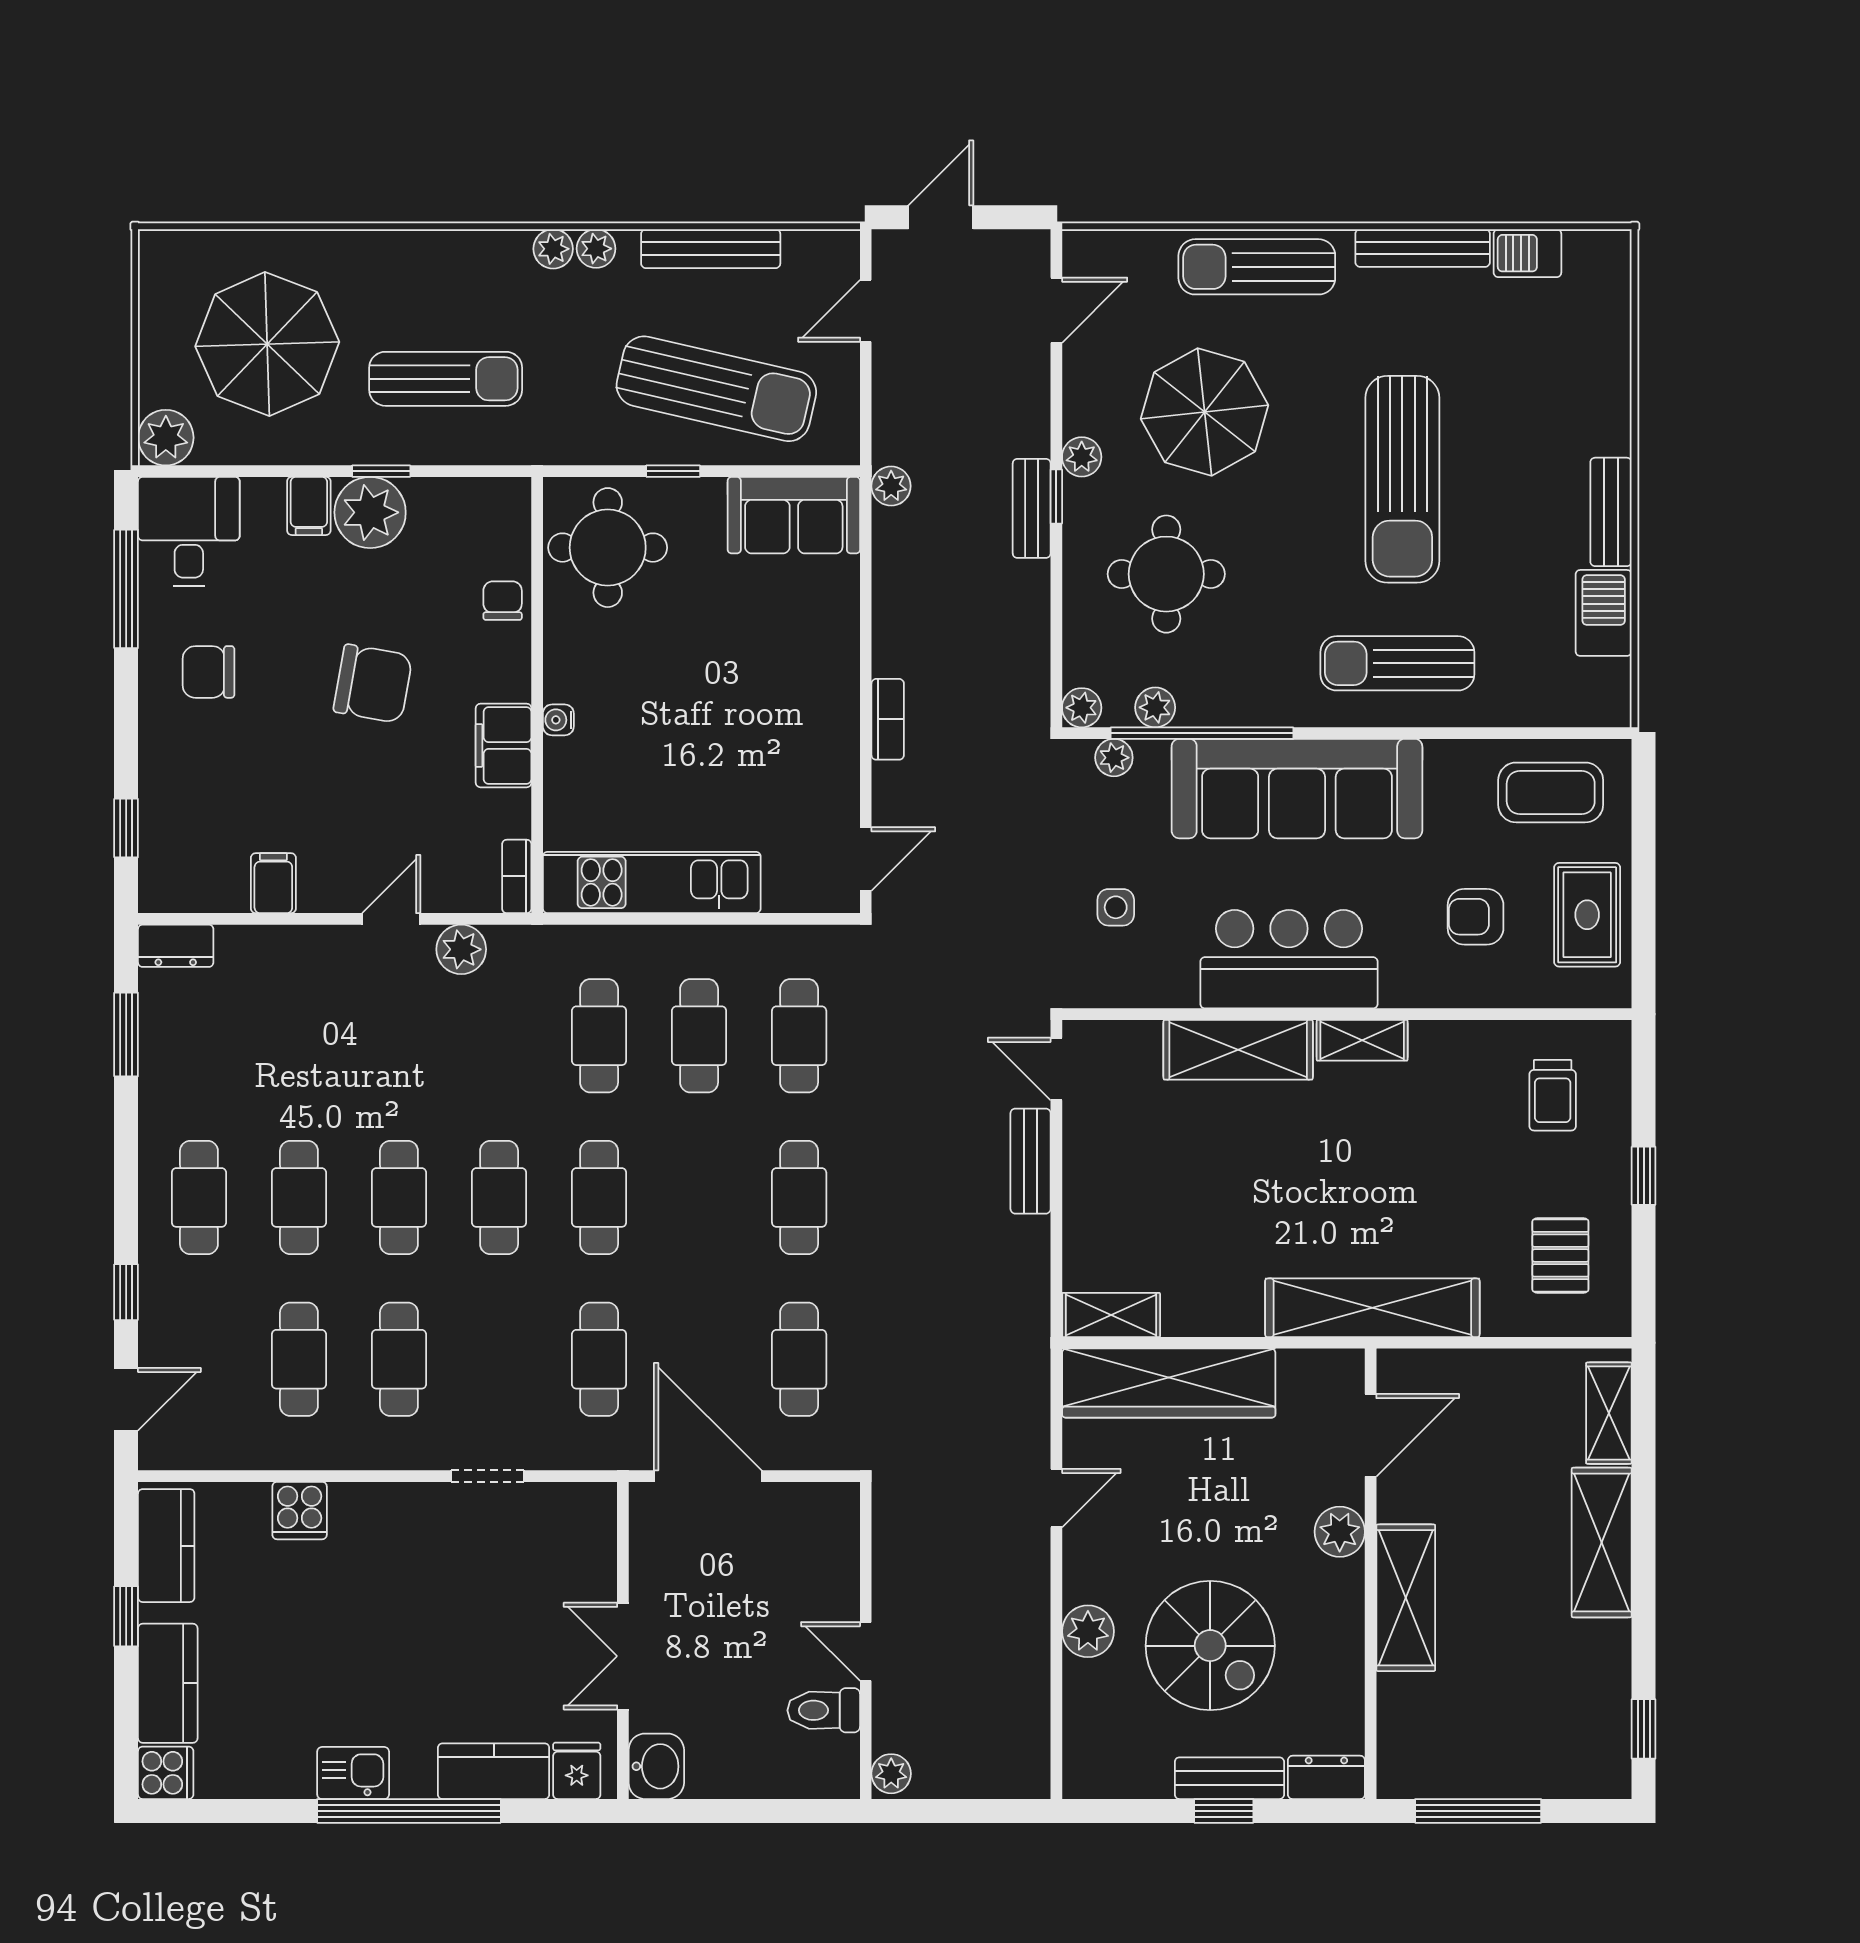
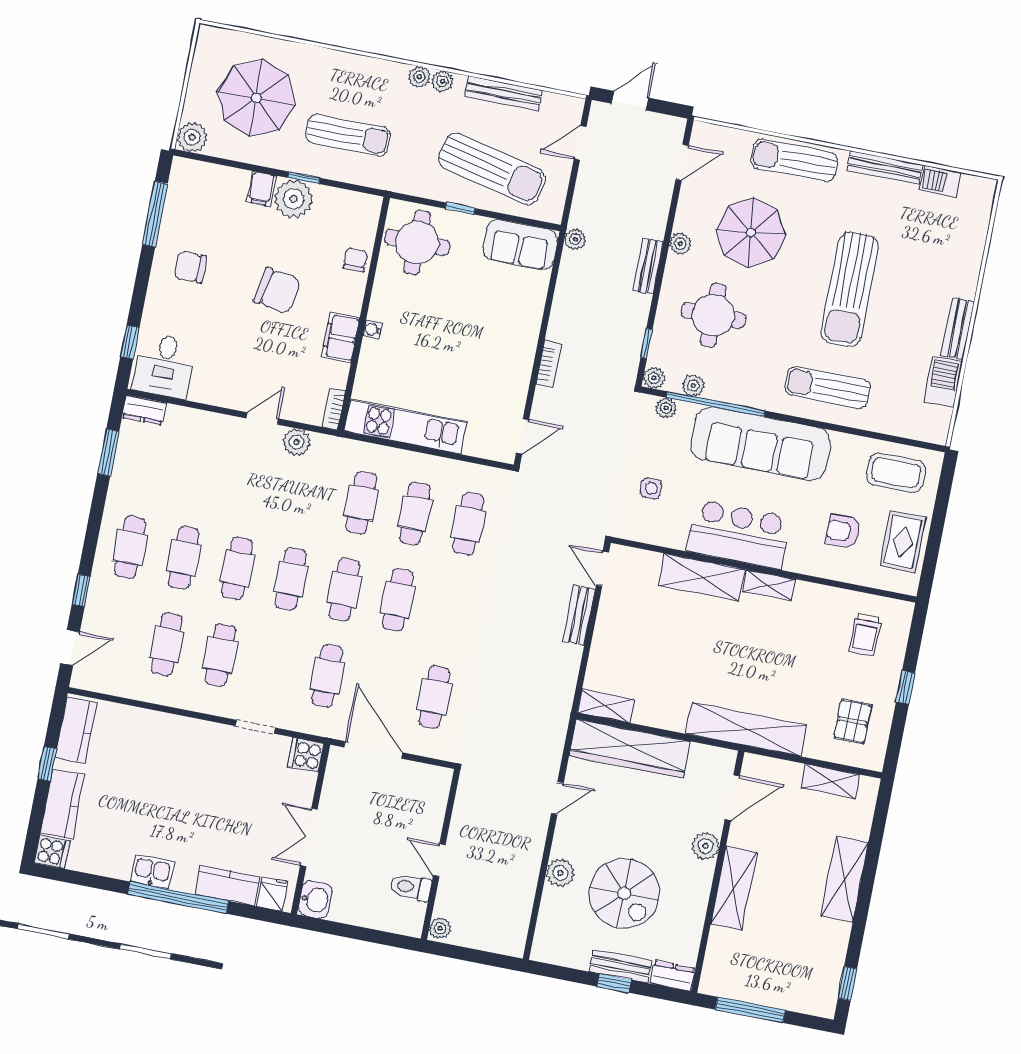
window: (1056, 496) -> (647, 343), moved
desk: (189, 532) -> (164, 366), moved, turned 180
filing cabinet: (273, 883) -> (203, 387), removed
cafe table: (799, 1197) -> (398, 600), moved
shelving: (1609, 1413) -> (830, 781), moved, turned 90
cooker: (300, 1511) -> (306, 755), moved, turned 90

